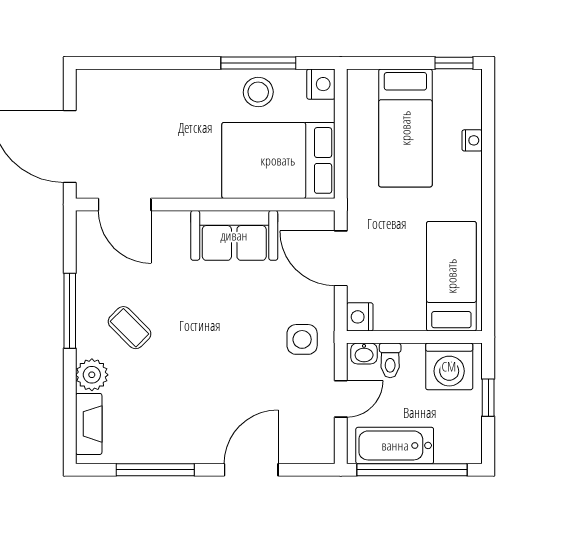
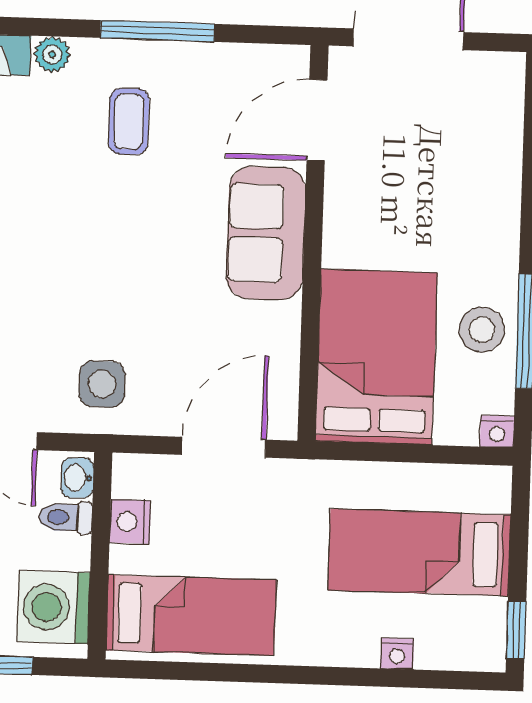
nightstand: (321, 84) -> (497, 432), width x0.72, depth x0.74
sofa: (234, 235) -> (266, 233), moved
nightstand: (360, 317) -> (130, 522), moved, turned -90
coffee table: (130, 328) -> (129, 121), turned -45
plant: (92, 375) -> (52, 54), width x0.73, depth x0.73

